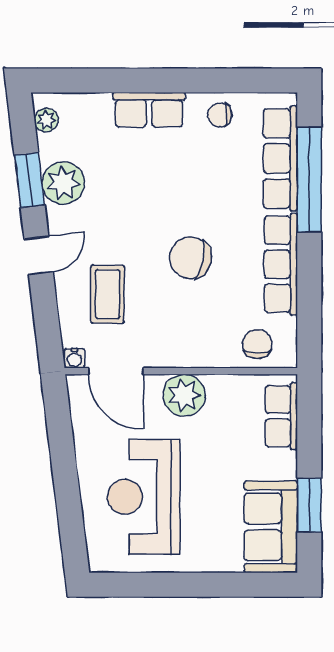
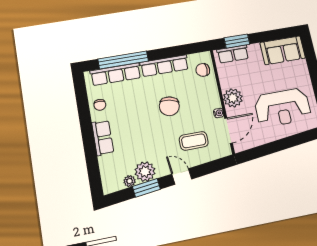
plant: (46, 120) -> (130, 181), moved
water cooler: (74, 358) -> (219, 113), moved
window: (309, 505) -> (237, 41), moved

